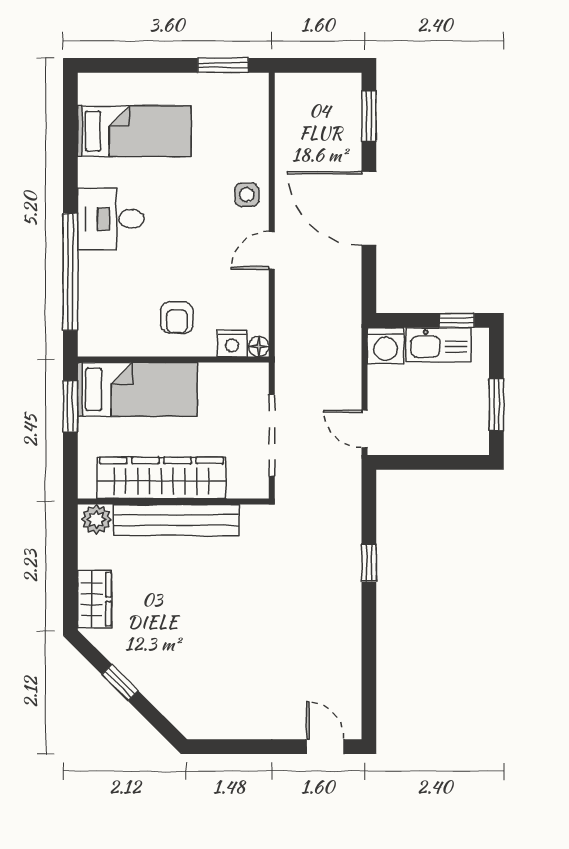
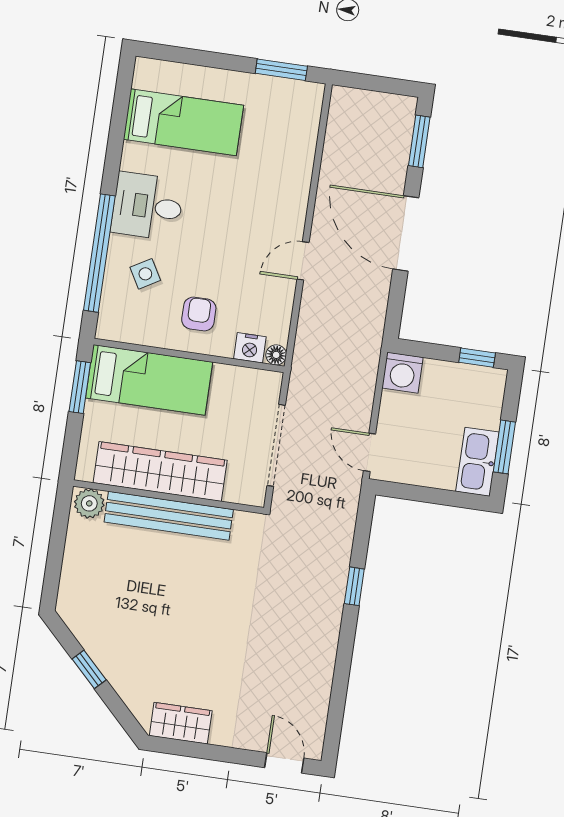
side table: (247, 195) -> (145, 274), moved, turned -30
armchair: (177, 317) -> (199, 314), turned 180
kitchen sink: (438, 345) -> (477, 462), moved, turned 90
wardrobe: (94, 599) -> (181, 723), moved, turned -90

